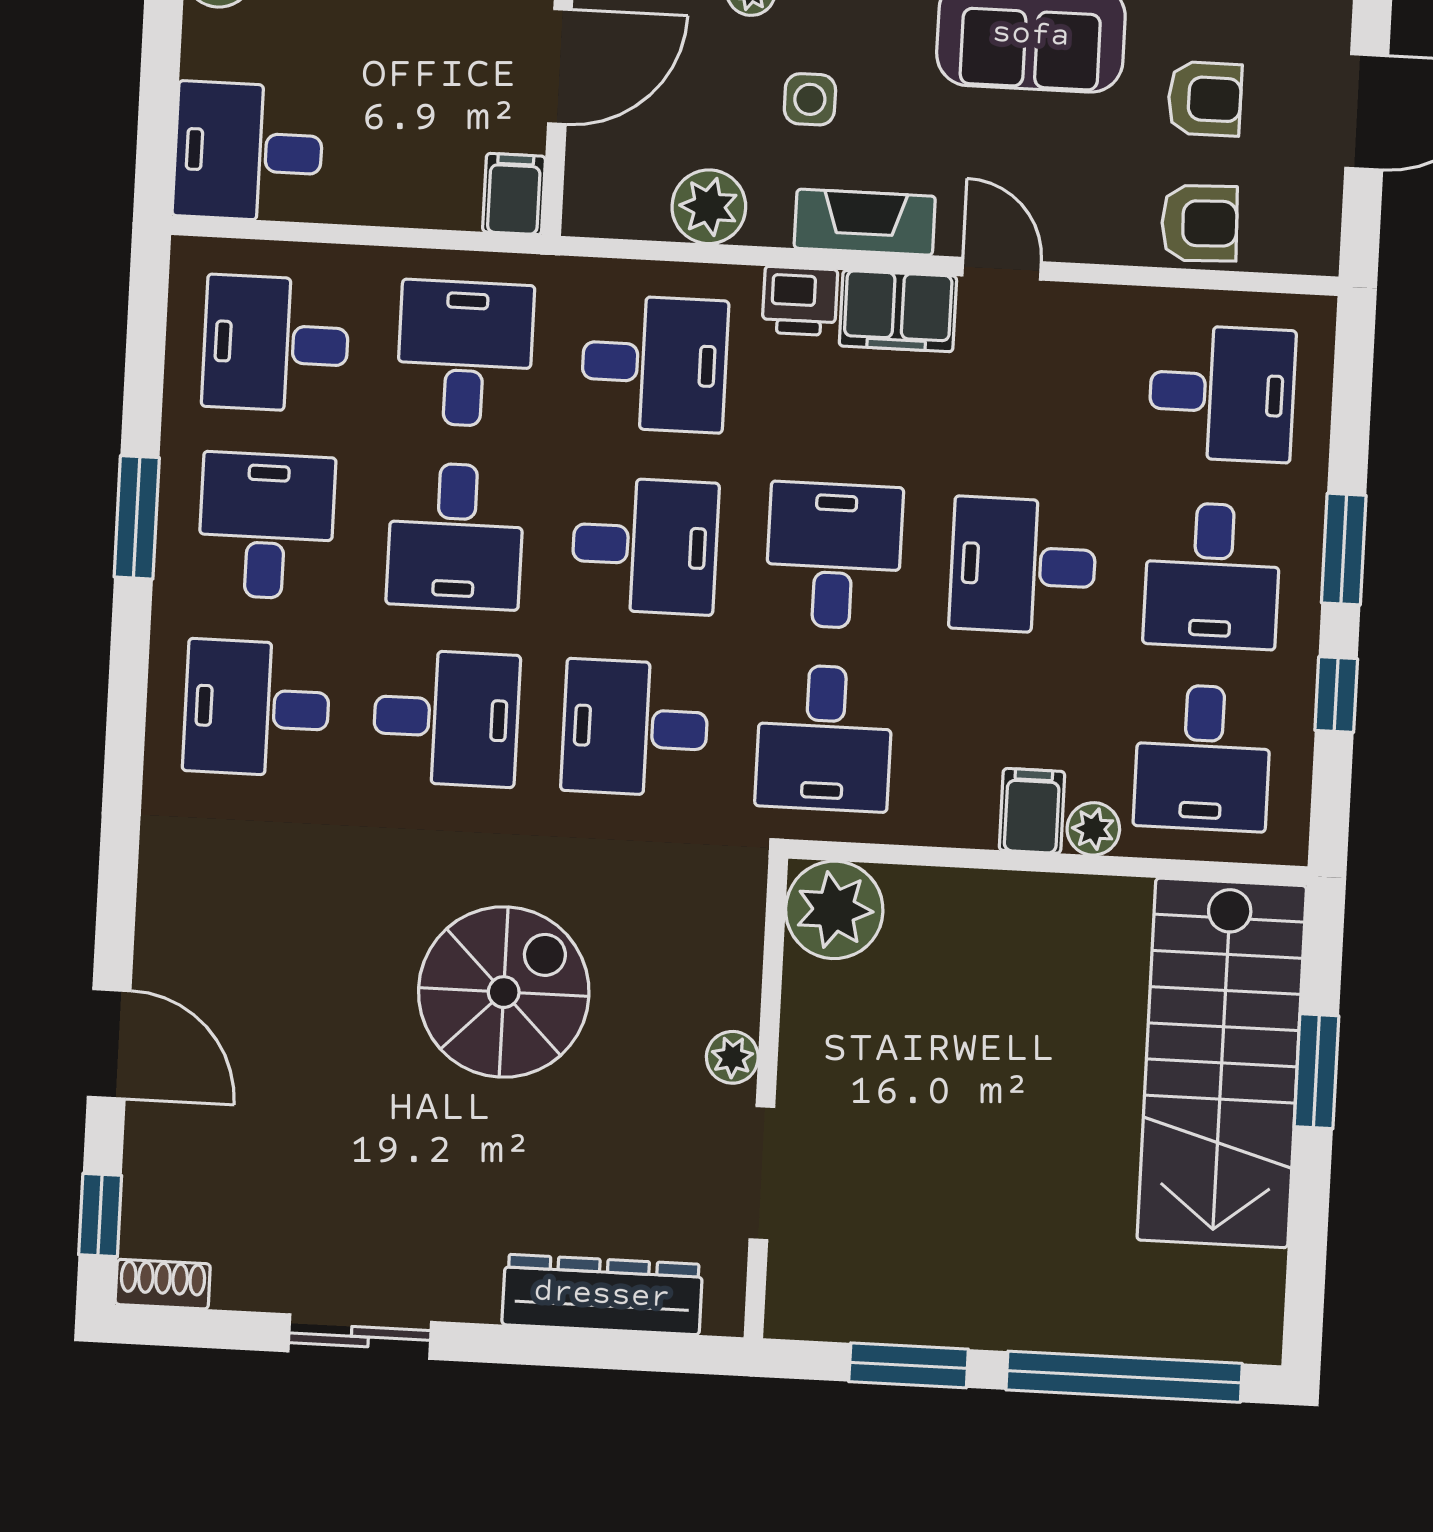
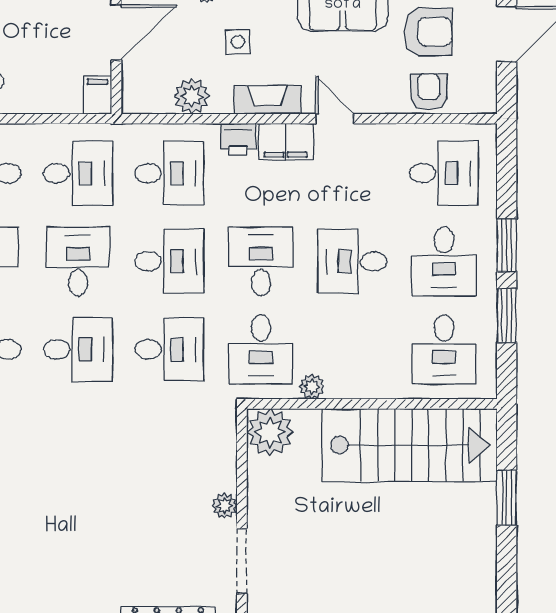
armchair: (1205, 99) -> (428, 32), width x1.38, depth x1.38
armchair: (1199, 223) -> (429, 92), turned -88
desk: (465, 354) -> (78, 173), turned 90
desk: (456, 536) -> (78, 261), turned 180
window: (1336, 694) -> (507, 316), width x1.50
desk: (635, 728) -> (169, 349), turned 180
filing cabinet: (1032, 811) -> (363, 379), removed
plant: (1093, 829) -> (312, 387), moved
spiral stairs: (504, 992) -> (113, 480), removed
stairs: (1222, 1063) -> (410, 445), moved, turned -90

